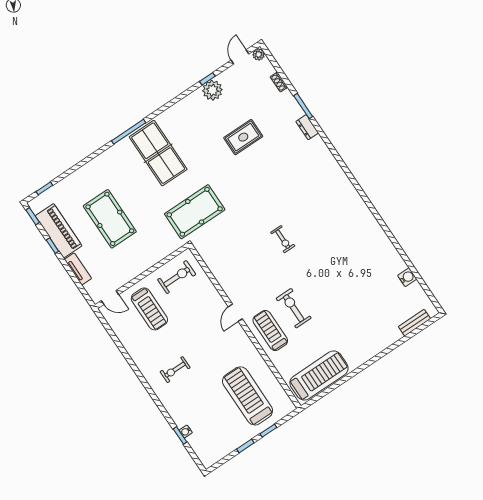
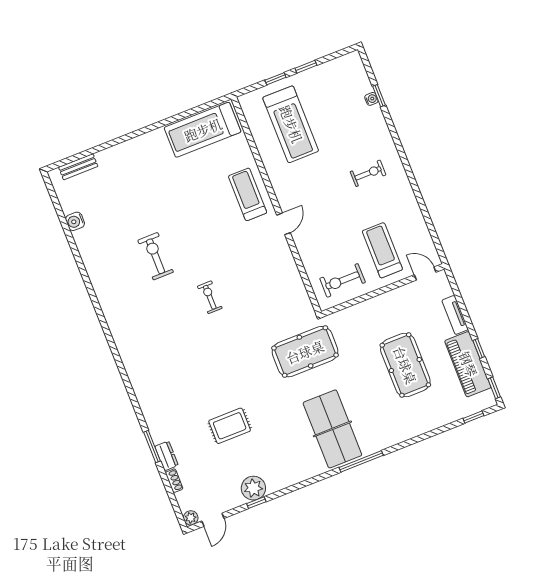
dresser: (307, 127) -> (167, 456), moved
exercise bike: (294, 308) -> (156, 256), moved, turned 180
treadmill: (270, 331) -> (248, 194), turned 180

